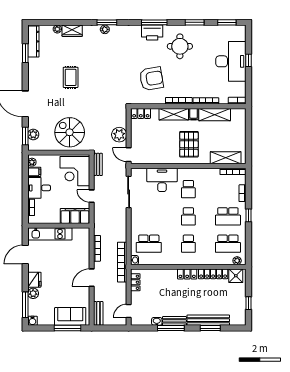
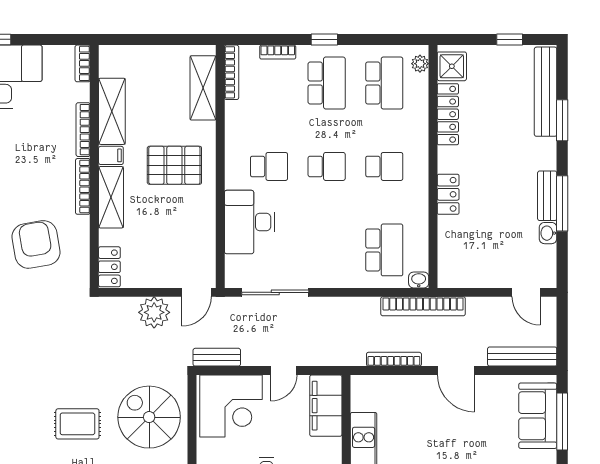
rug: (71, 77) -> (77, 424), moved
spiral stairs: (70, 132) -> (149, 417), turned 90
locker: (187, 274) -> (448, 194), moved
locker: (135, 282) -> (466, 278), removed
bench: (98, 313) -> (522, 357), width x1.36
bench: (208, 320) -> (546, 92), moved

